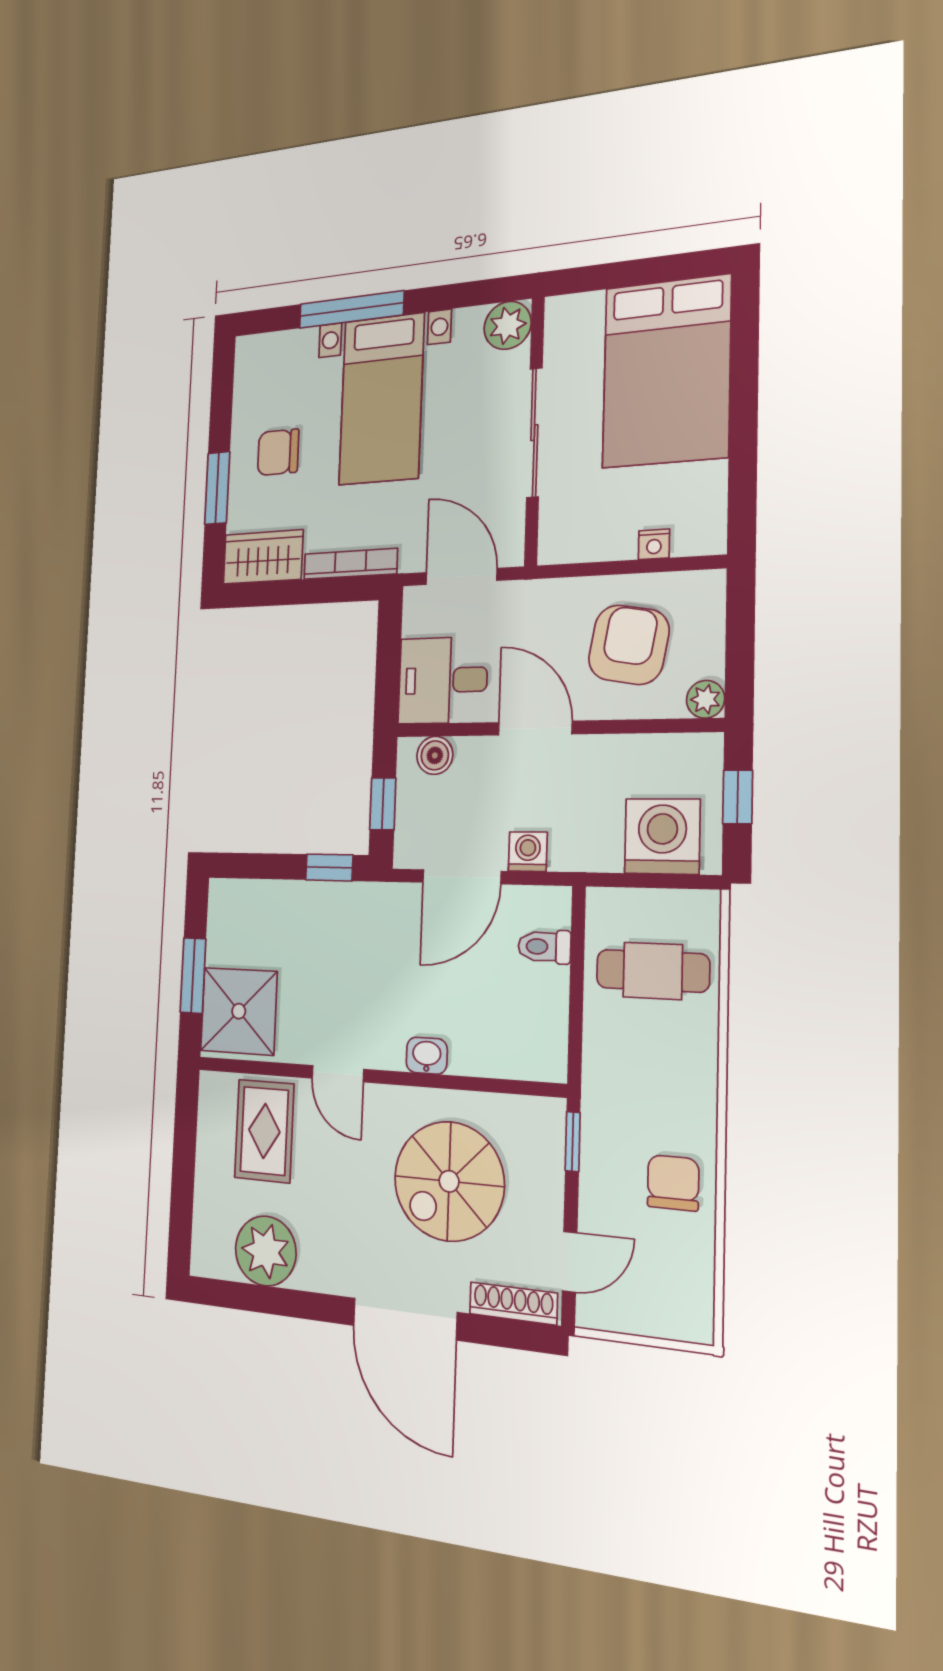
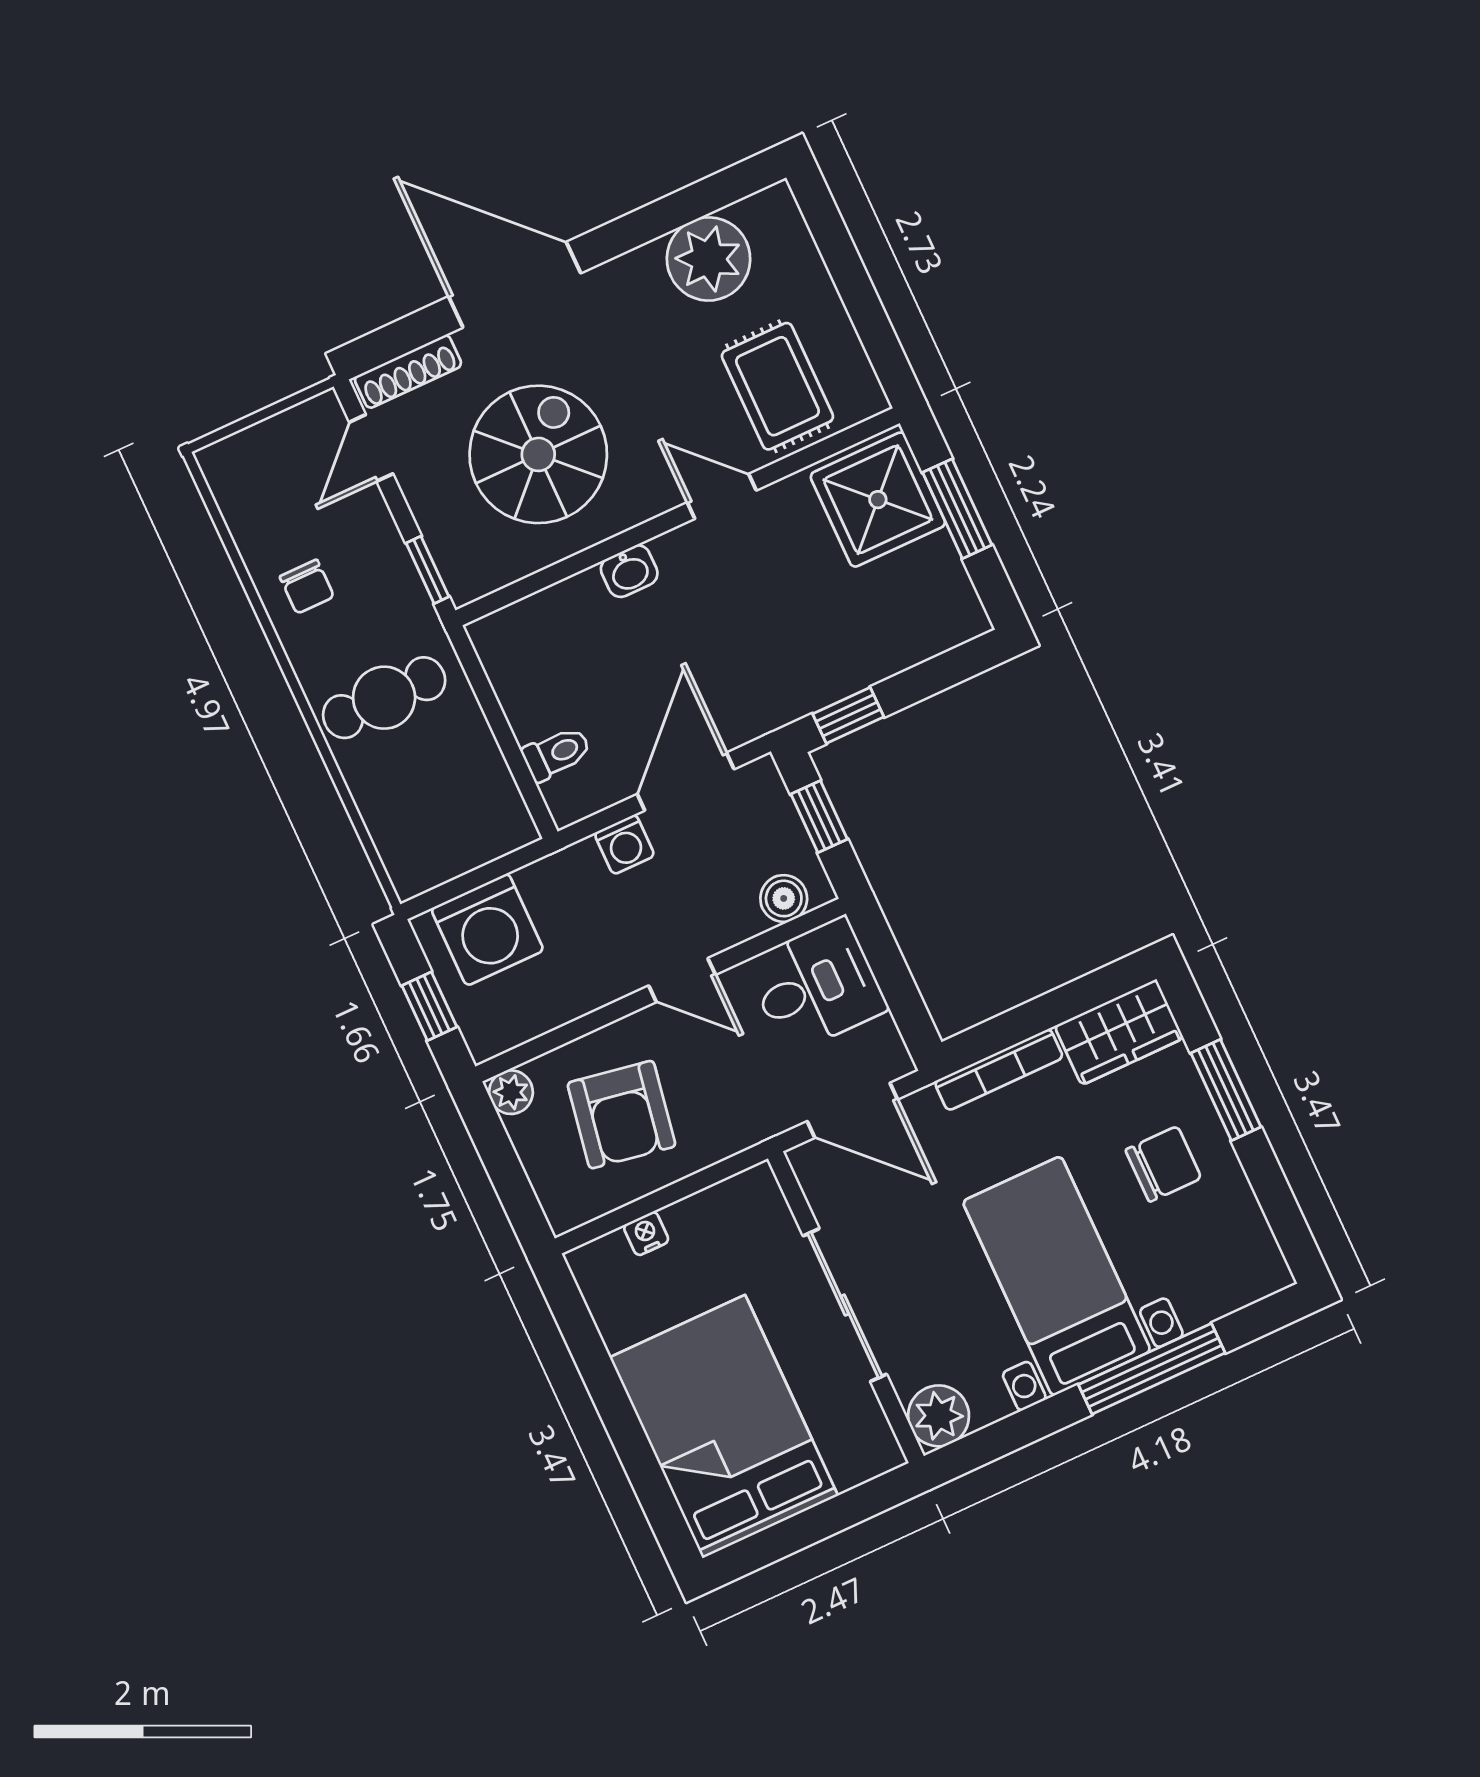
door: (535, 728) -> (682, 980), width x0.73
cafe table: (653, 971) -> (384, 698), moved
chair: (673, 1183) -> (307, 587), width x0.73, depth x0.73

